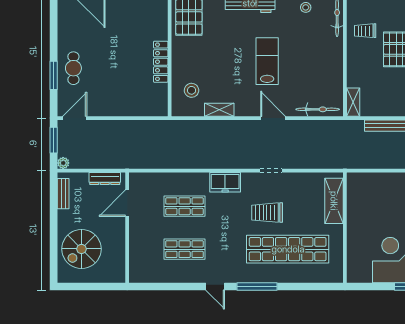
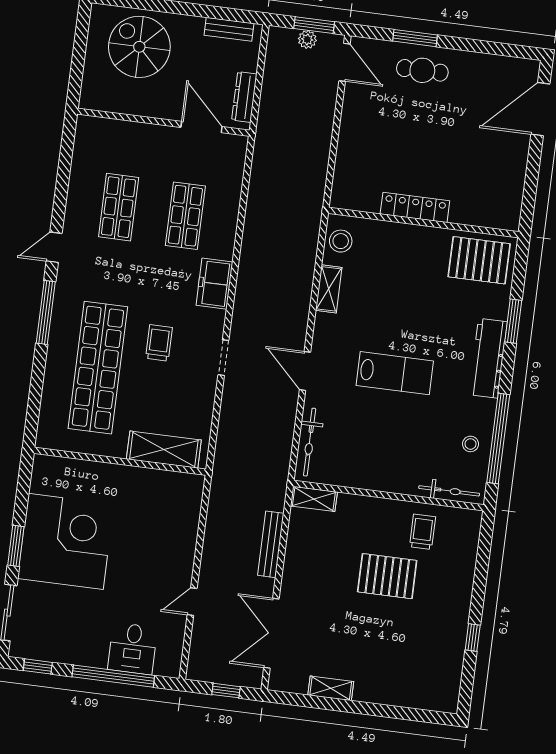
stool: (192, 90) -> (341, 241), moved
door: (273, 118) -> (305, 371), swing flipped
plant: (63, 163) -> (307, 39), moved
trolley: (267, 213) -> (159, 343), width x0.73, depth x0.72

